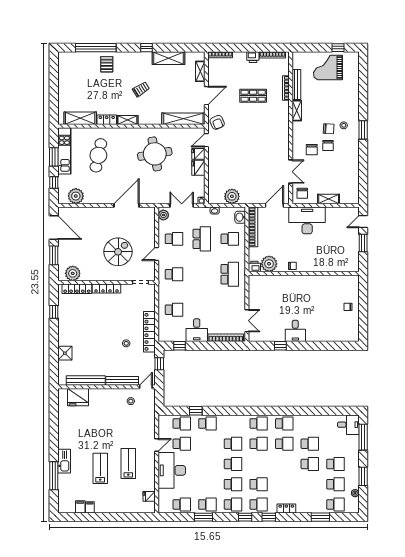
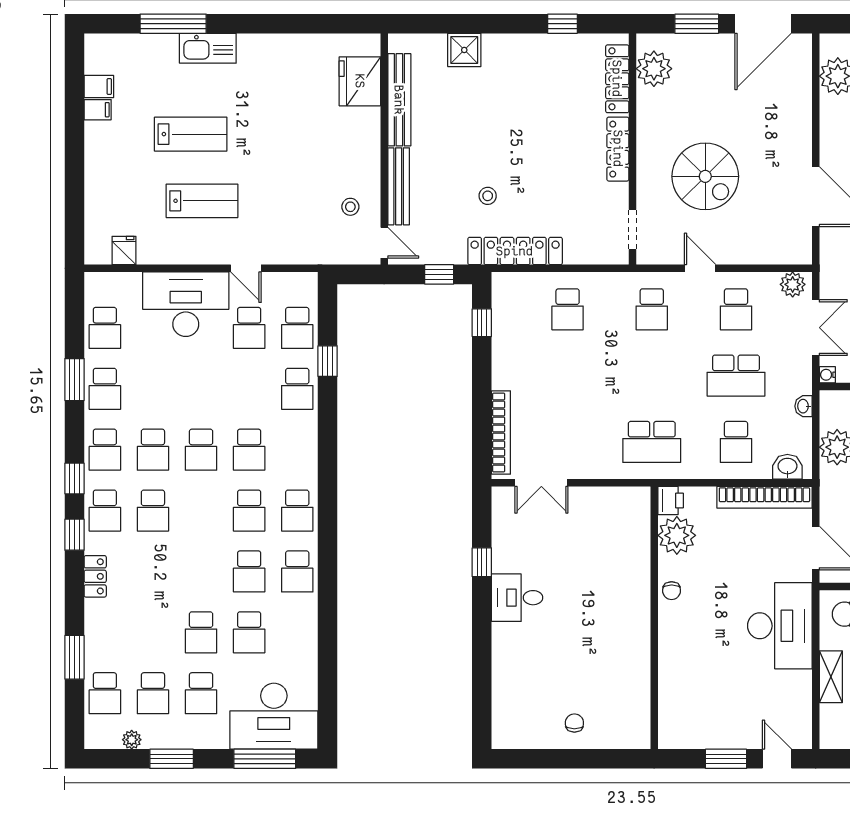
desk: (197, 330) -> (519, 364), removed
desk: (348, 425) -> (274, 716), width x1.87, depth x1.30

